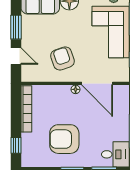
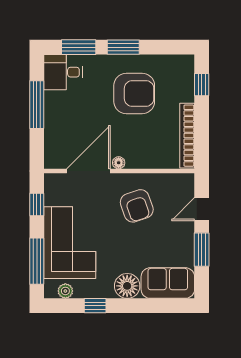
door: (16, 56) -> (202, 209), hinge flipped
door: (97, 83) -> (88, 171), hinge flipped

